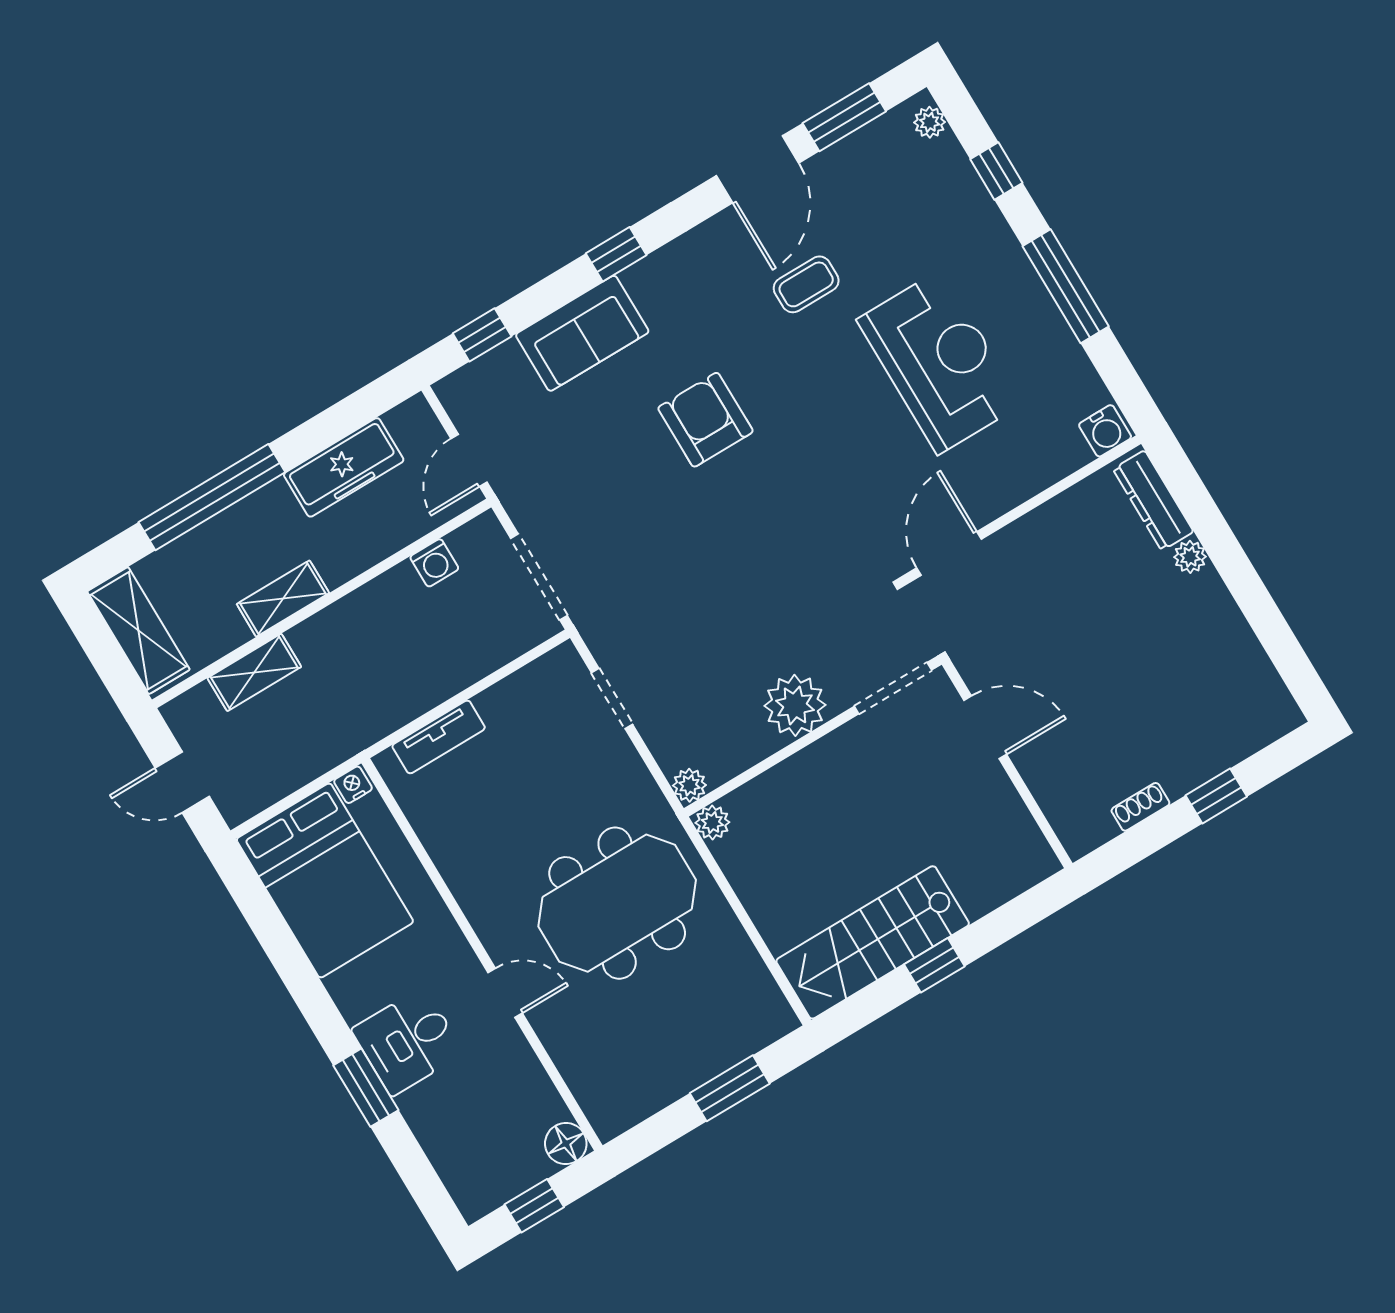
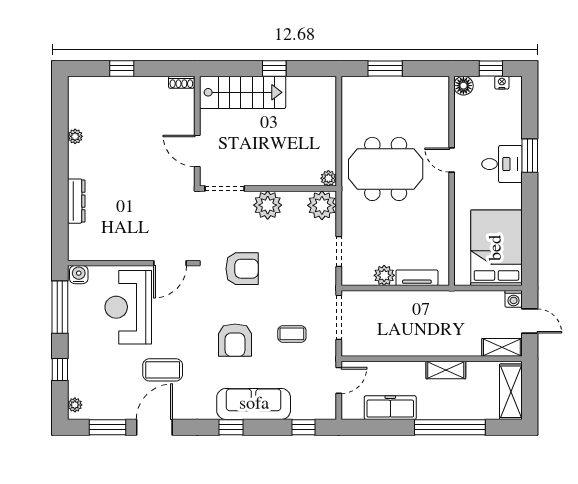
coffee table: (806, 284) -> (163, 370), width x1.36, depth x1.30
sofa: (582, 333) -> (254, 404), width x1.36
water cooler: (1105, 431) -> (79, 275), moved
coffee table: (607, 494) -> (292, 334), added
wall: (1021, 510) -> (131, 263), moved
door: (949, 554) -> (170, 263), moved
plant: (1190, 557) -> (75, 136), moved
armchair: (772, 559) -> (242, 269), added
washing machine: (434, 563) -> (514, 299), moved, turned 180
shelving: (254, 672) -> (502, 347), moved
plant: (502, 705) -> (384, 275), added
nightstand: (353, 785) -> (502, 83), moved, turned 180
plant: (689, 785) -> (322, 205), width x1.88, depth x1.88
shoe rack: (1140, 807) -> (181, 82), moved
stairs: (873, 942) -> (243, 92), moved

